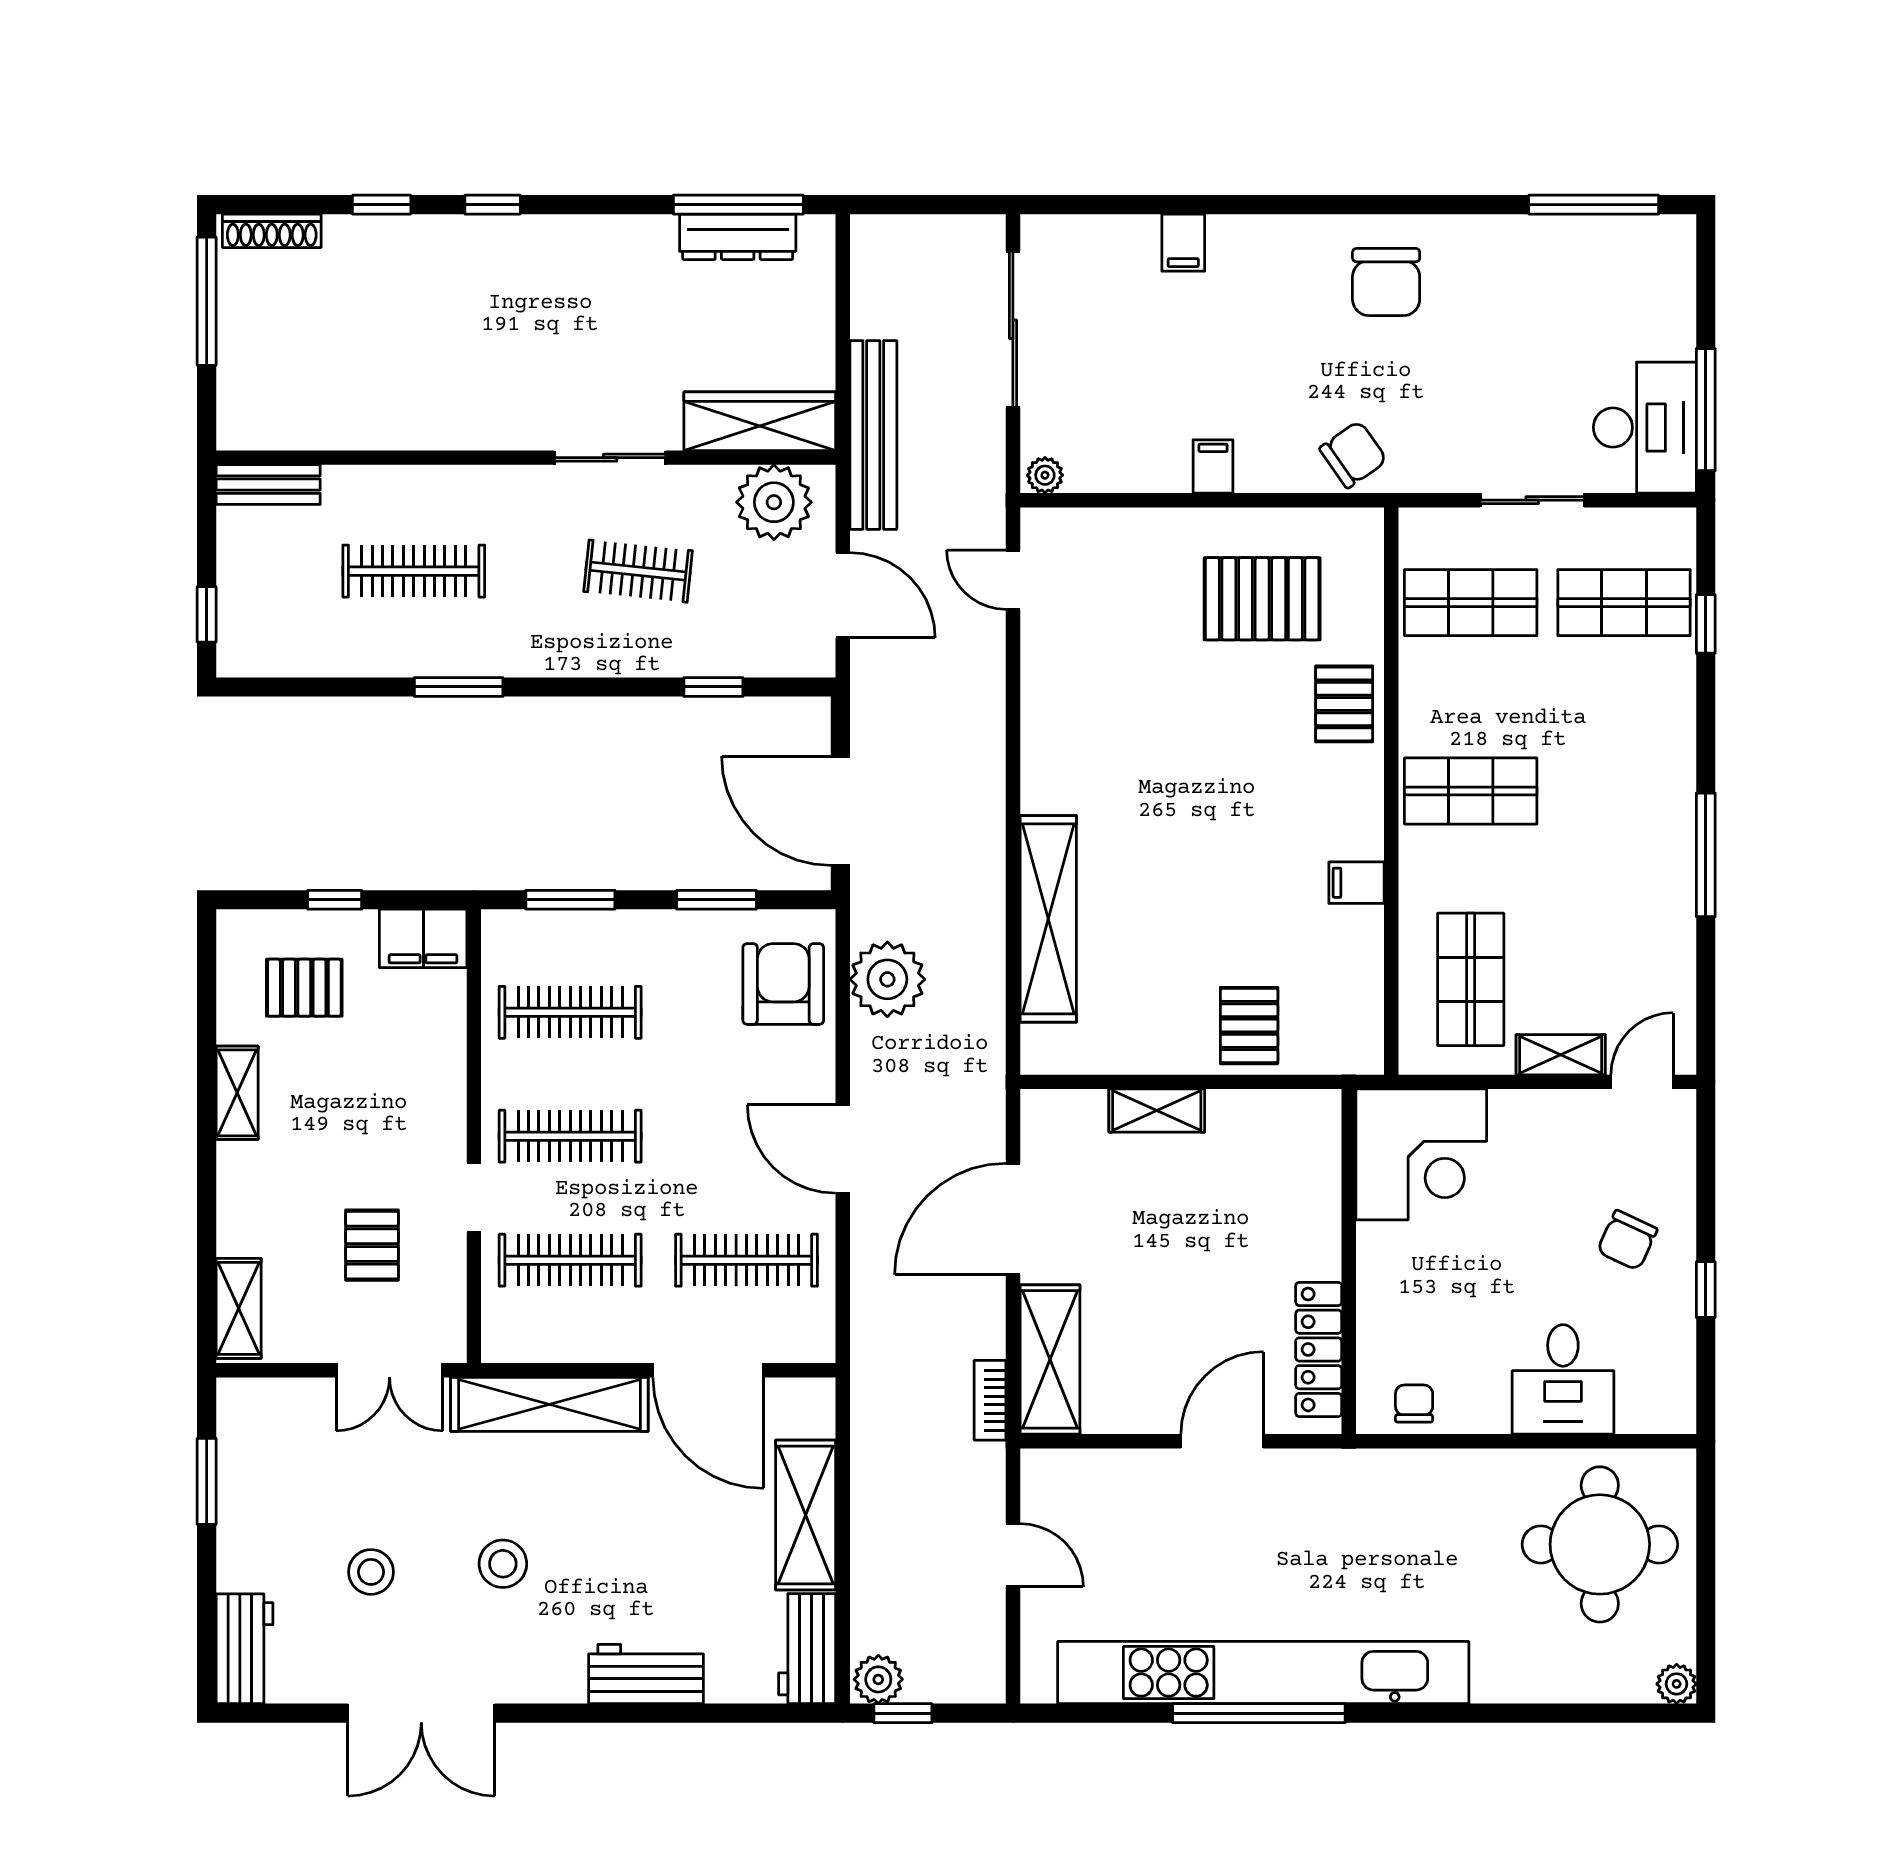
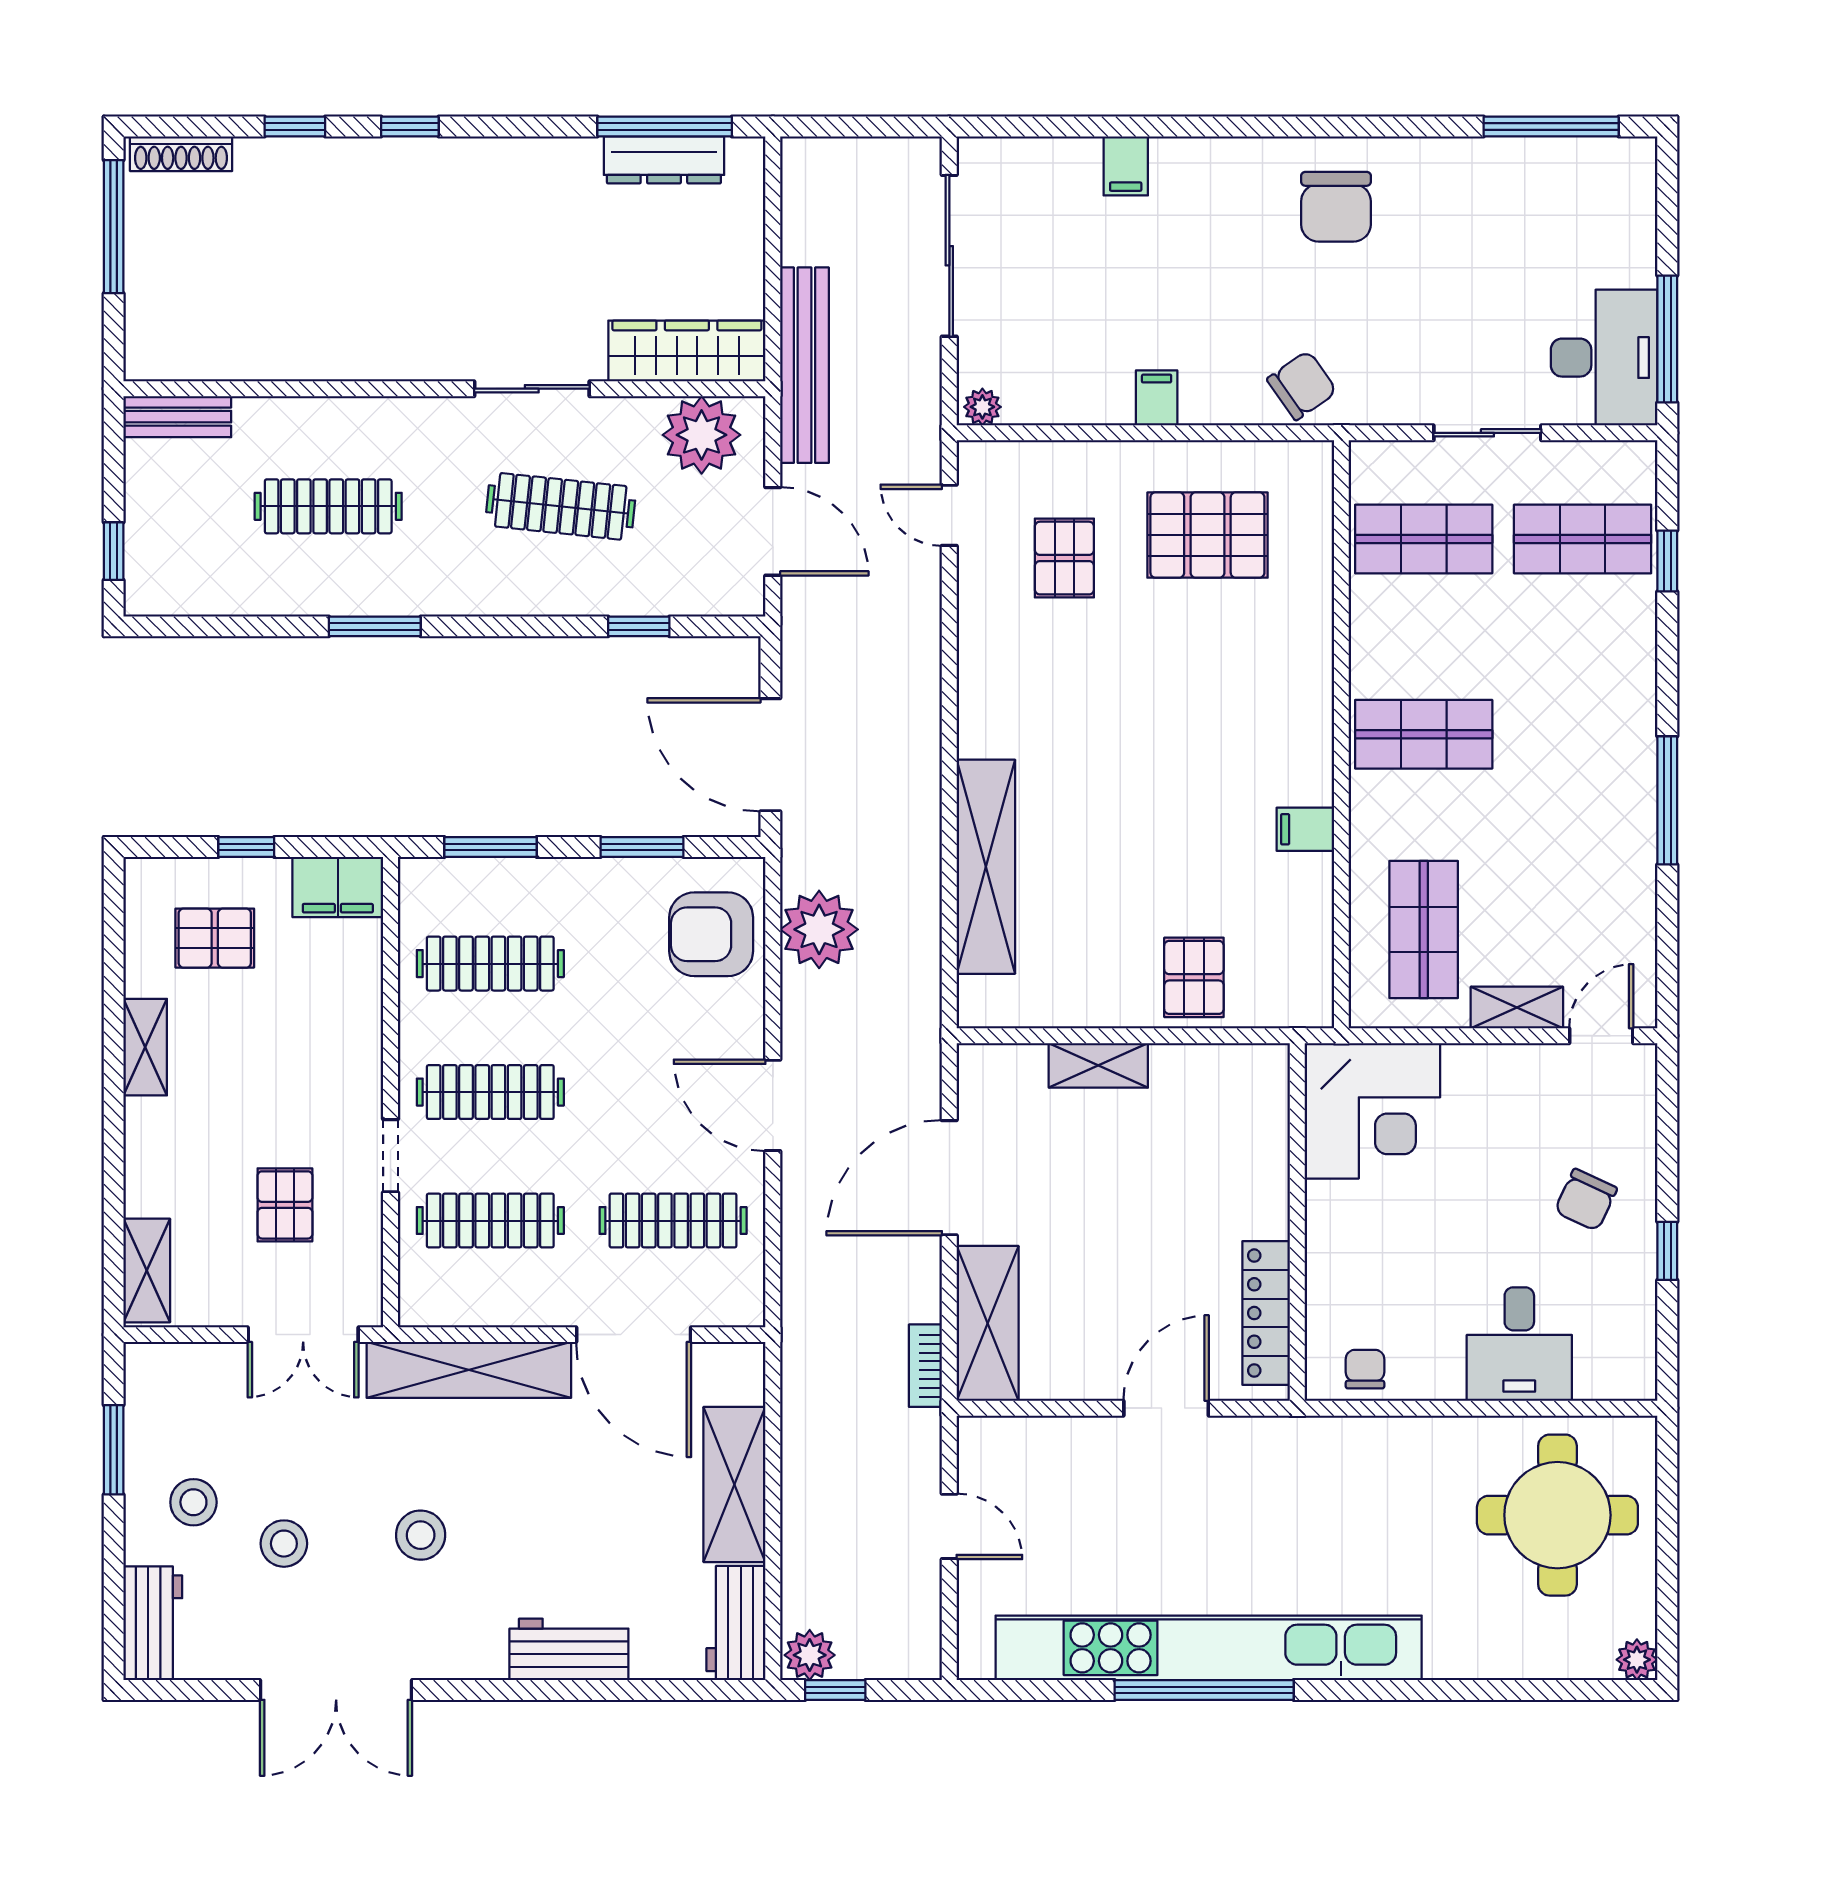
clothes rail: (638, 571) -> (561, 506), width x1.36
pallet: (1344, 704) -> (1064, 558), moved
armchair: (783, 984) -> (711, 934), turned -90
stool: (284, 1532) -> (193, 1502), added

